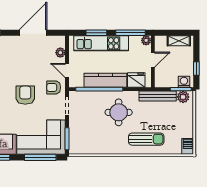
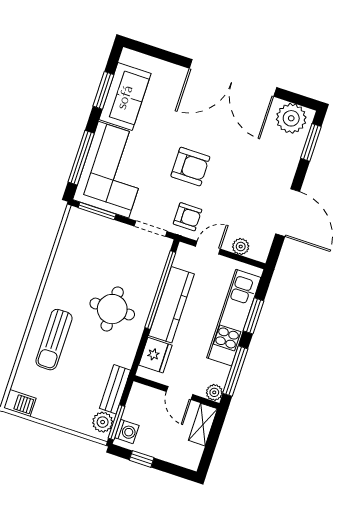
shelving: (179, 41) -> (203, 425), moved
armchair: (54, 87) -> (188, 217), turned 90
bench: (158, 96) -> (115, 389), width x0.73

